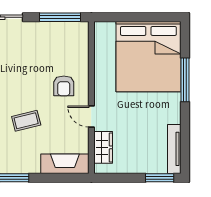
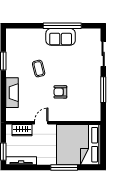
wall: (91, 97) -> (53, 123), moved
door: (91, 117) -> (41, 123), moved
wardrobe: (103, 147) -> (22, 130), moved

